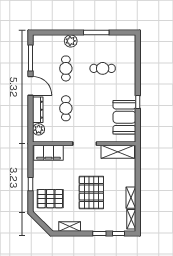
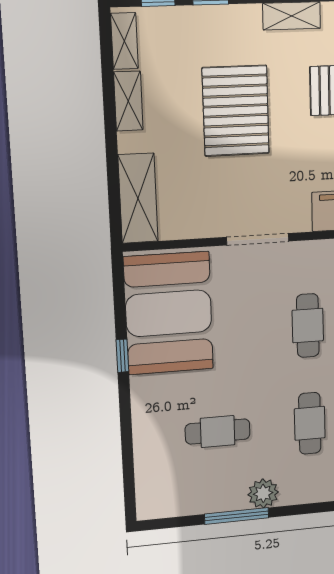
plant: (71, 41) -> (263, 493), moved
booth: (124, 117) -> (169, 313), width x1.36, depth x1.42
shelving: (118, 152) -> (138, 198), moved, turned 90

